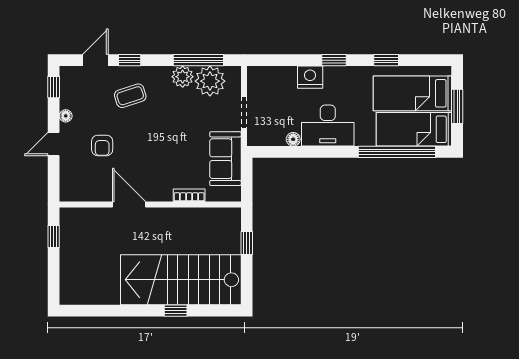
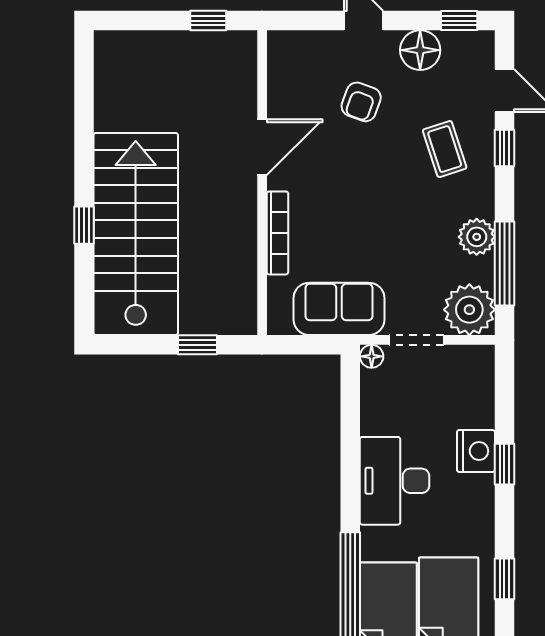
window: (334, 60) -> (504, 464), moved
plant: (210, 81) -> (469, 310), moved
floor lamp: (66, 116) -> (420, 50), width x1.89, depth x1.89
floor lamp: (293, 139) -> (372, 356), moved
armchair: (102, 145) -> (361, 102), turned -70
bookcase: (189, 195) -> (278, 233), width x1.56

